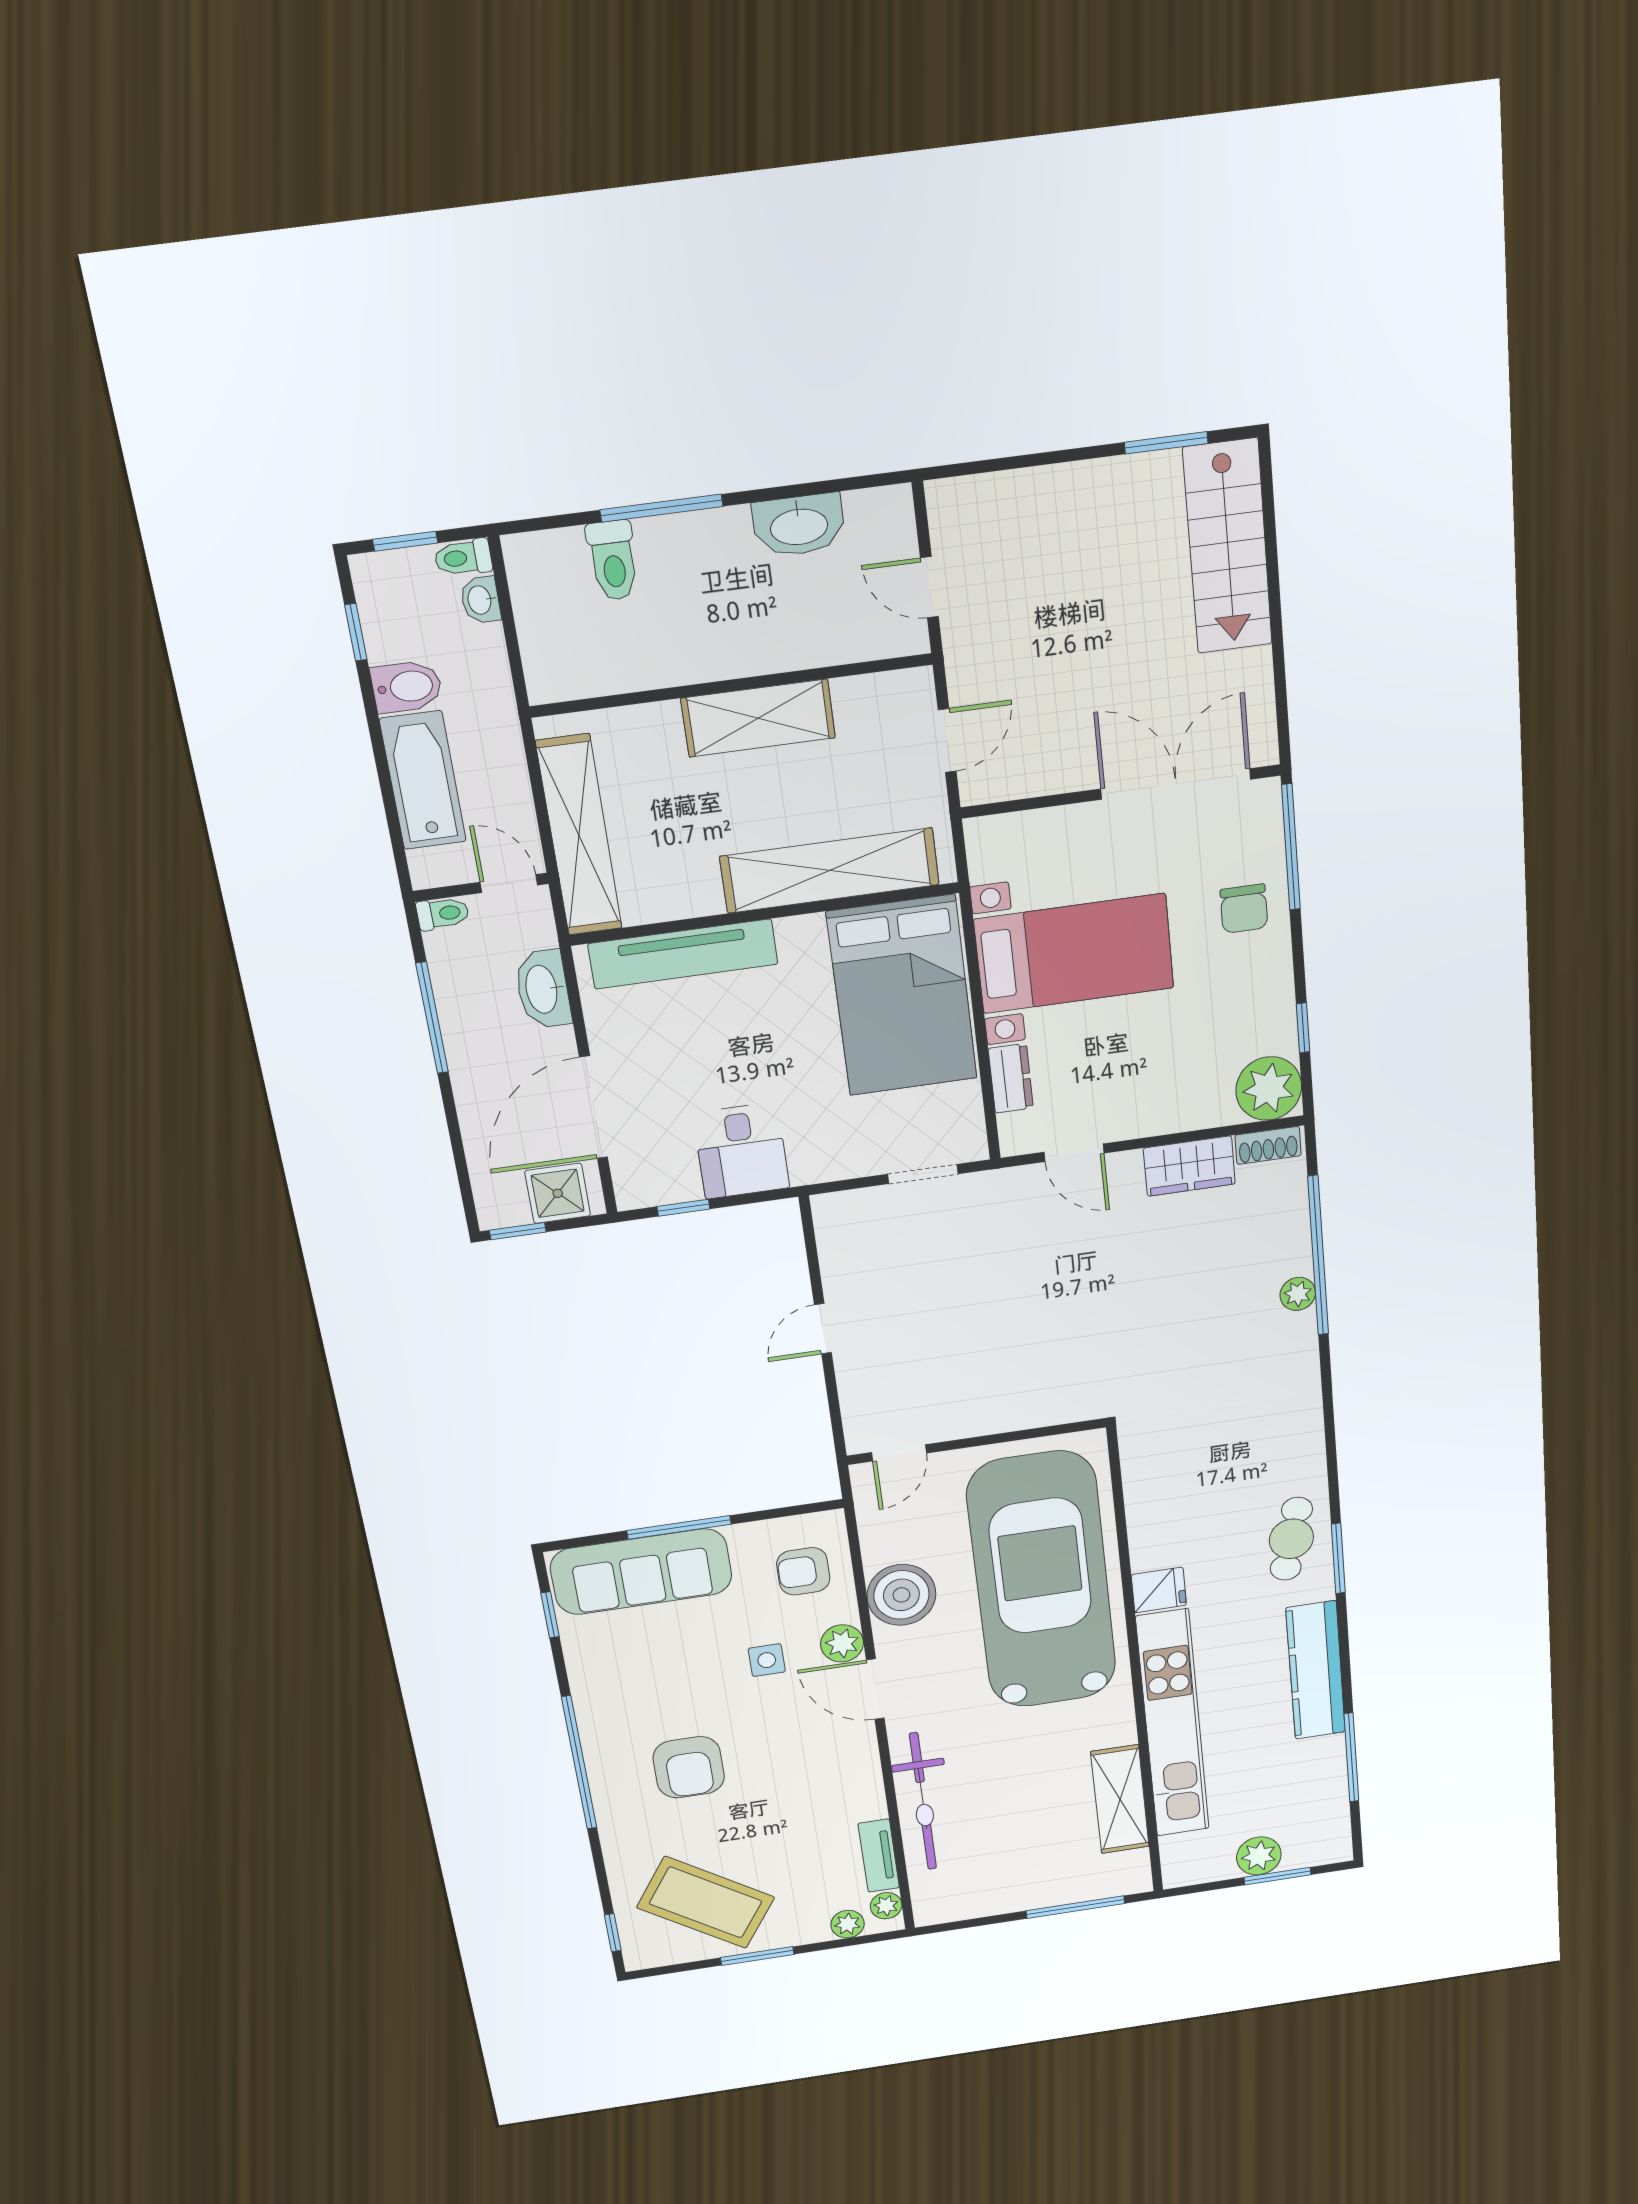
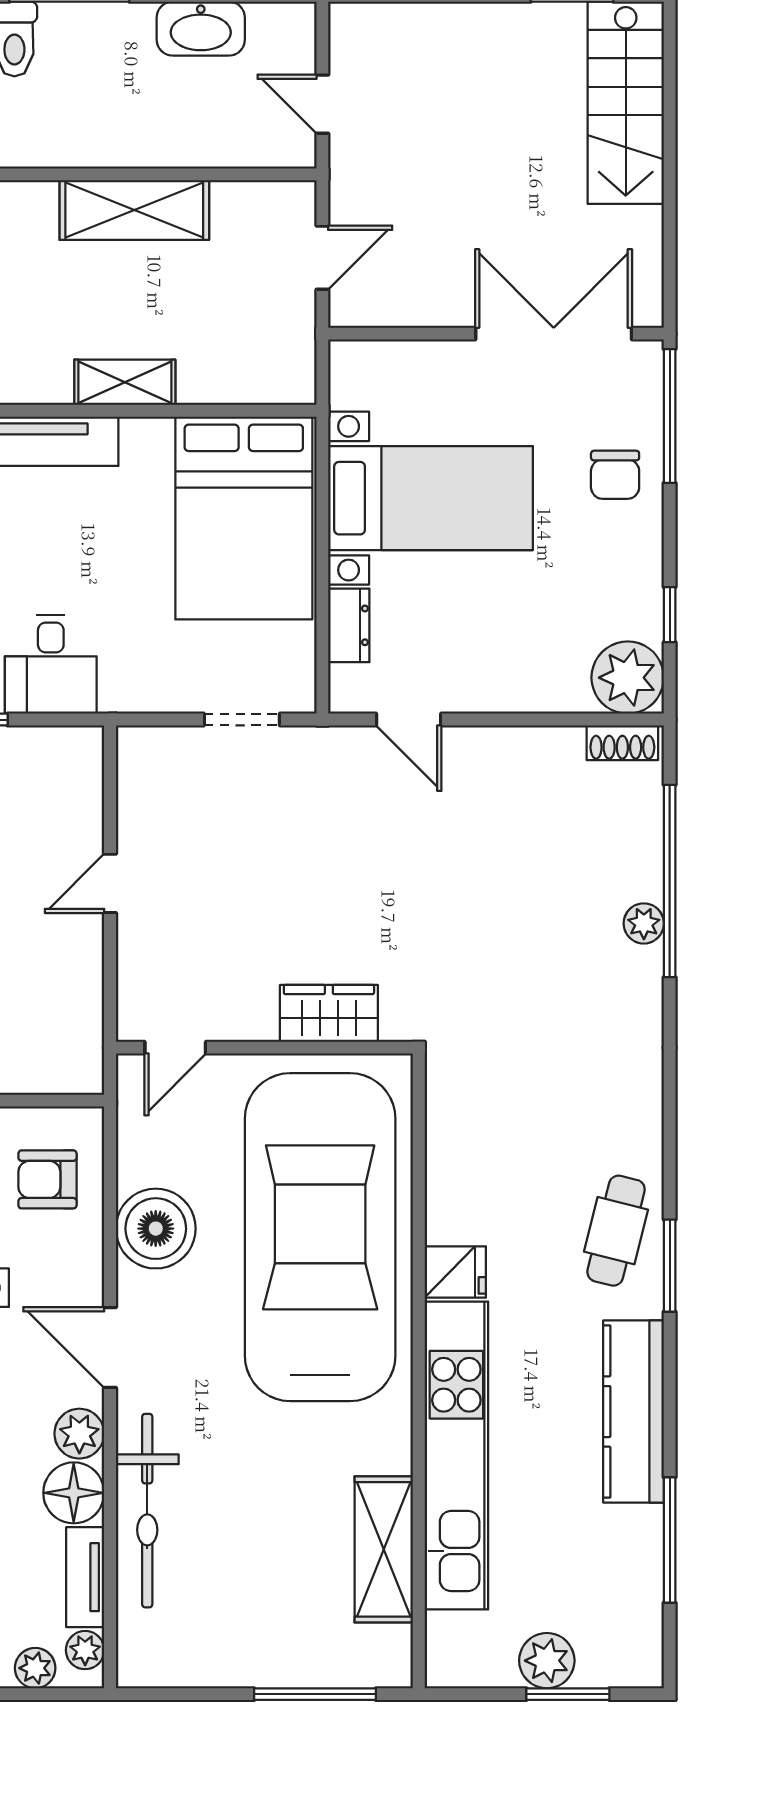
shelving: (830, 871) -> (125, 382), width x0.45, depth x0.75
wardrobe: (1189, 1166) -> (329, 1013), moved, turned 180
plant: (842, 1643) -> (79, 1434), moved
floor lamp: (861, 1798) -> (74, 1493), added

